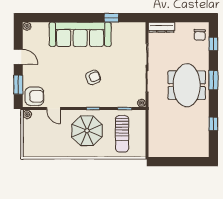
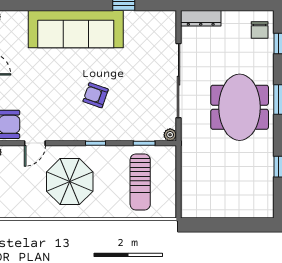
armchair: (93, 77) -> (96, 95), turned -139
door: (54, 109) -> (35, 143), hinge flipped
parasol: (87, 131) -> (70, 182), moved

